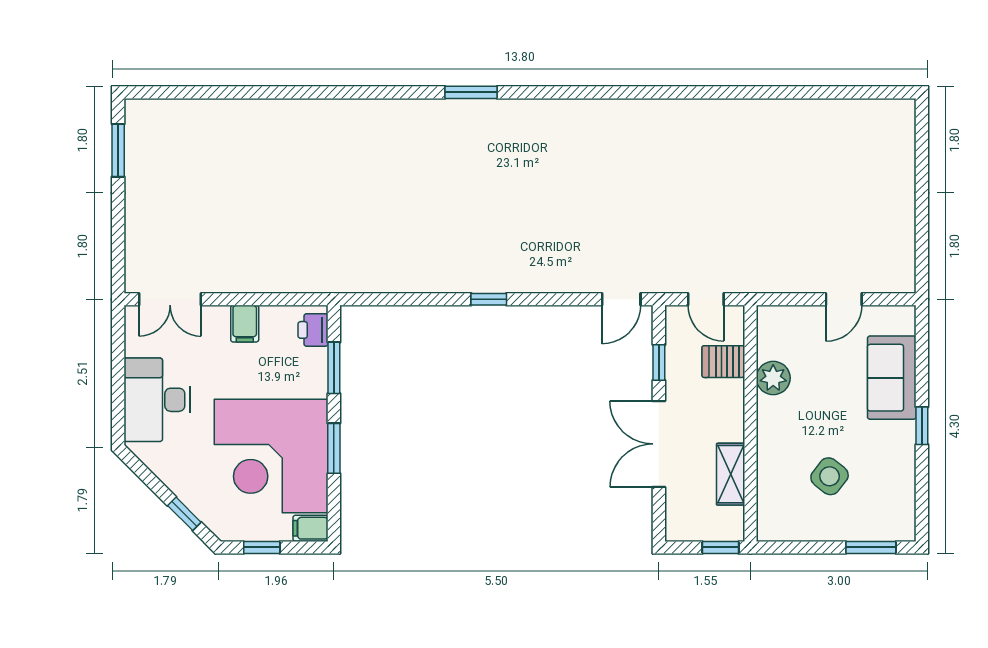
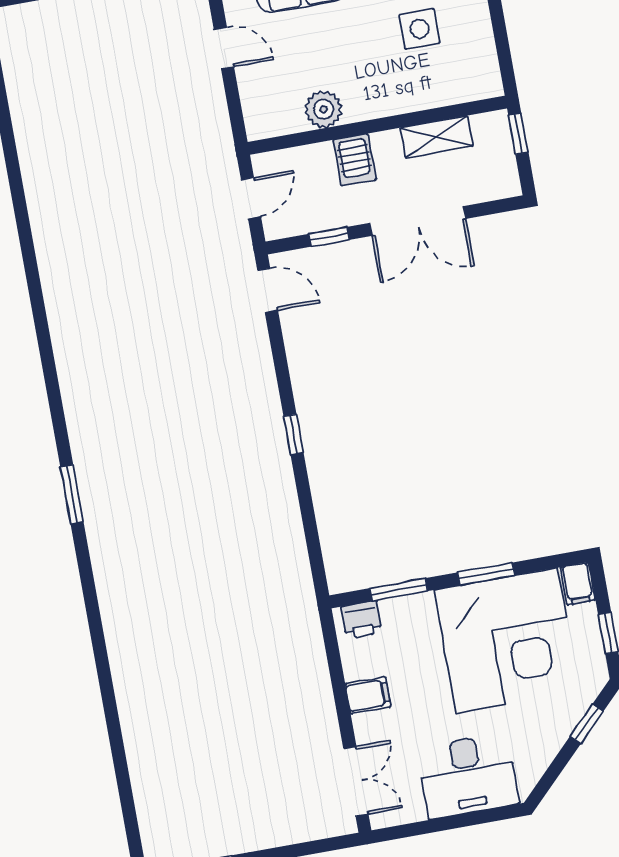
server rack: (723, 362) -> (355, 160), moved
side table: (830, 476) -> (420, 29), turned -38

